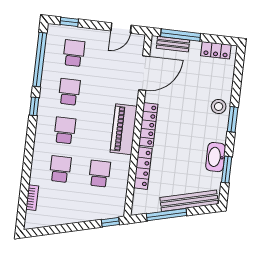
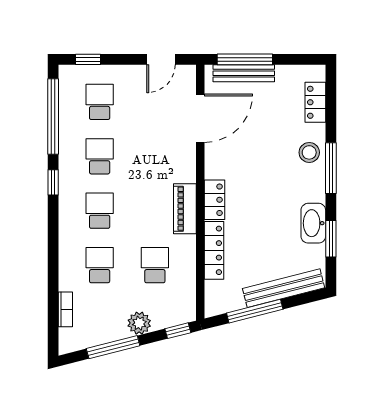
bench: (173, 44) -> (244, 73), width x1.36
locker: (216, 50) -> (315, 102), moved, turned 90
window: (233, 119) -> (331, 168), width x1.44
locker: (148, 125) -> (215, 200), width x0.66
piano: (124, 129) -> (185, 209), width x0.73, depth x0.75
plant: (84, 214) -> (139, 323), added
window: (63, 228) -> (113, 347), added

